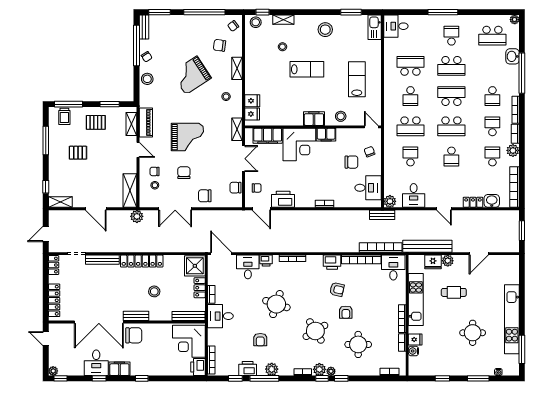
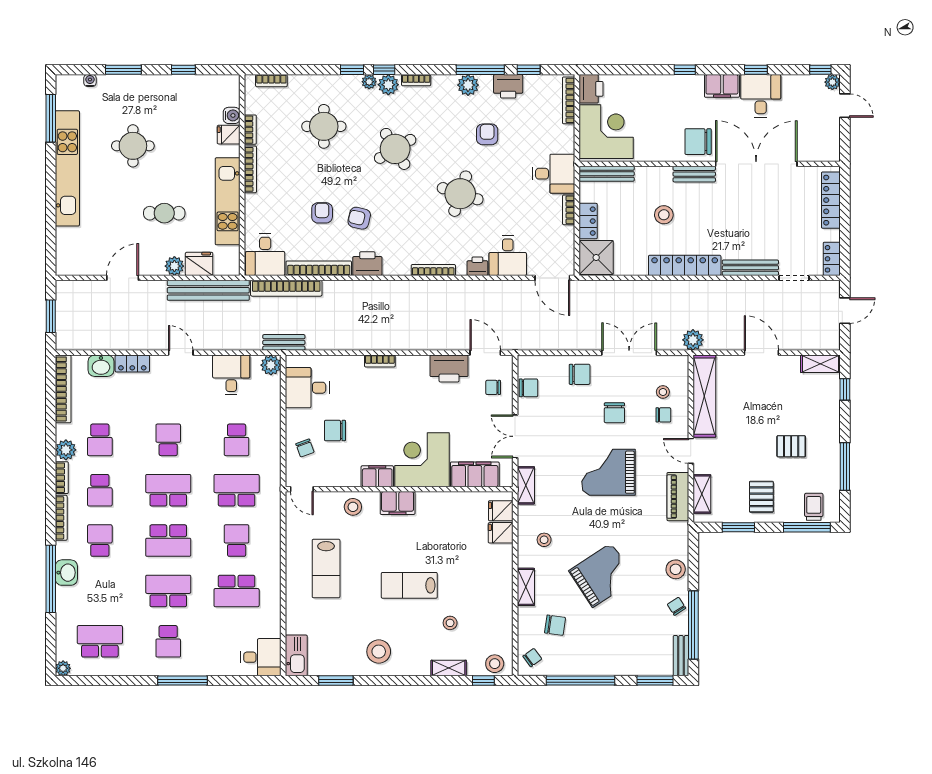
washbasin: (513, 56) -> (66, 573), moved
pallet: (96, 122) -> (761, 497), turned 90
shelving: (130, 191) -> (704, 396), width x1.47
armchair: (346, 312) -> (322, 213), moved
door: (46, 339) -> (845, 106), moved

